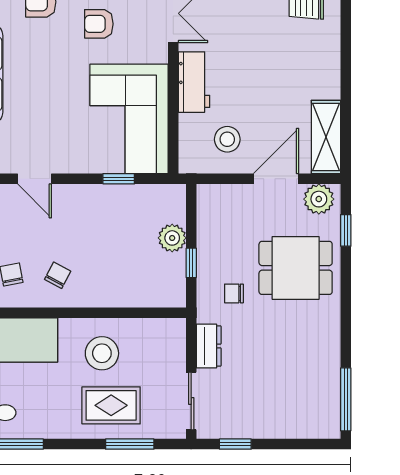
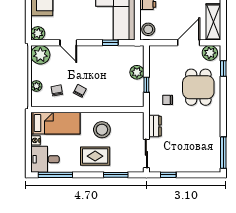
stool: (227, 139) -> (148, 29), moved
dining table: (296, 268) -> (198, 87), turned 90
rug: (111, 405) -> (95, 156), moved

